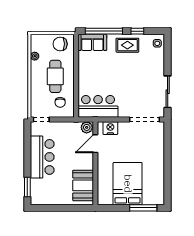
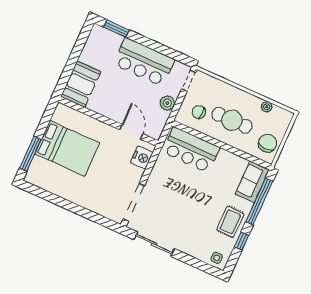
bar counter: (98, 106) -> (191, 150), moved, turned 90
plant: (87, 127) -> (167, 103), moved
booth: (83, 185) -> (81, 84), moved, turned 90

